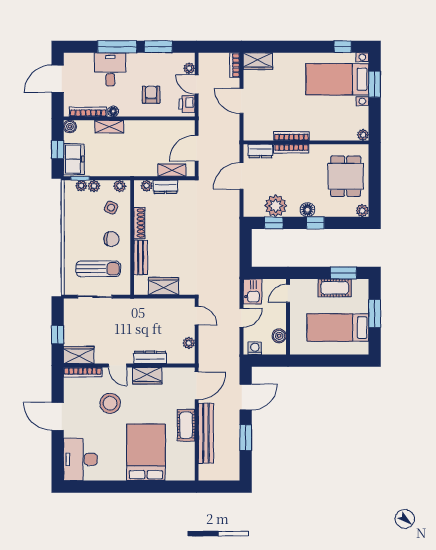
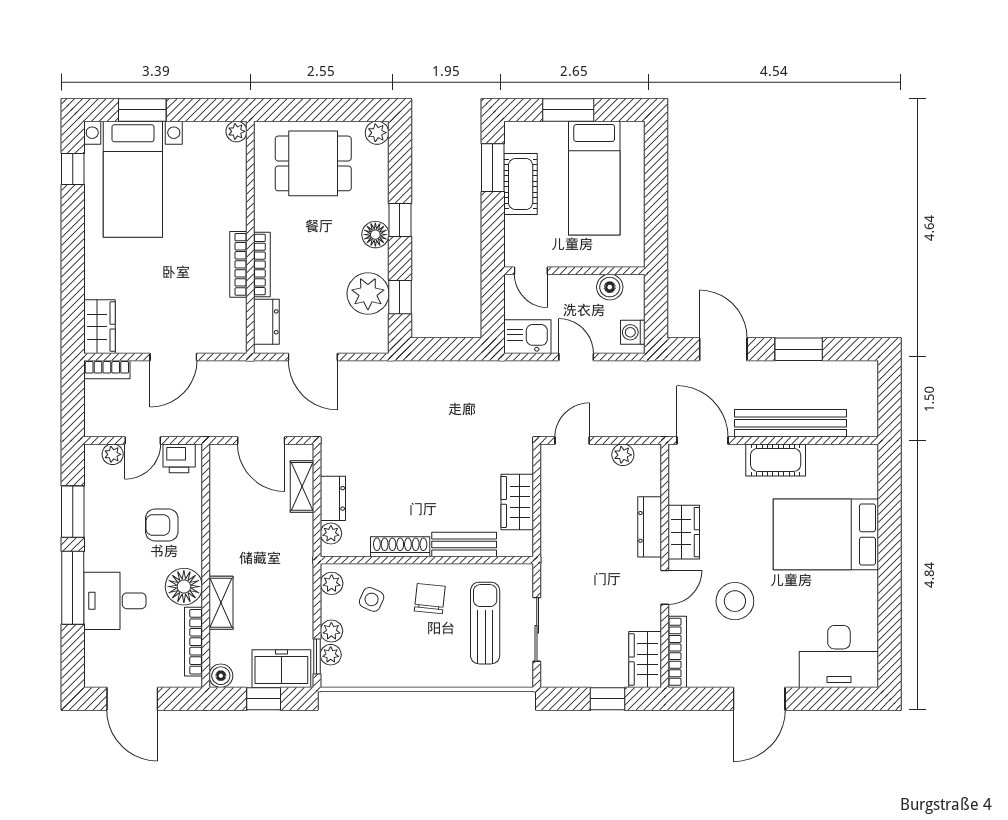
floor lamp: (113, 111) -> (184, 587), width x1.89, depth x1.89

